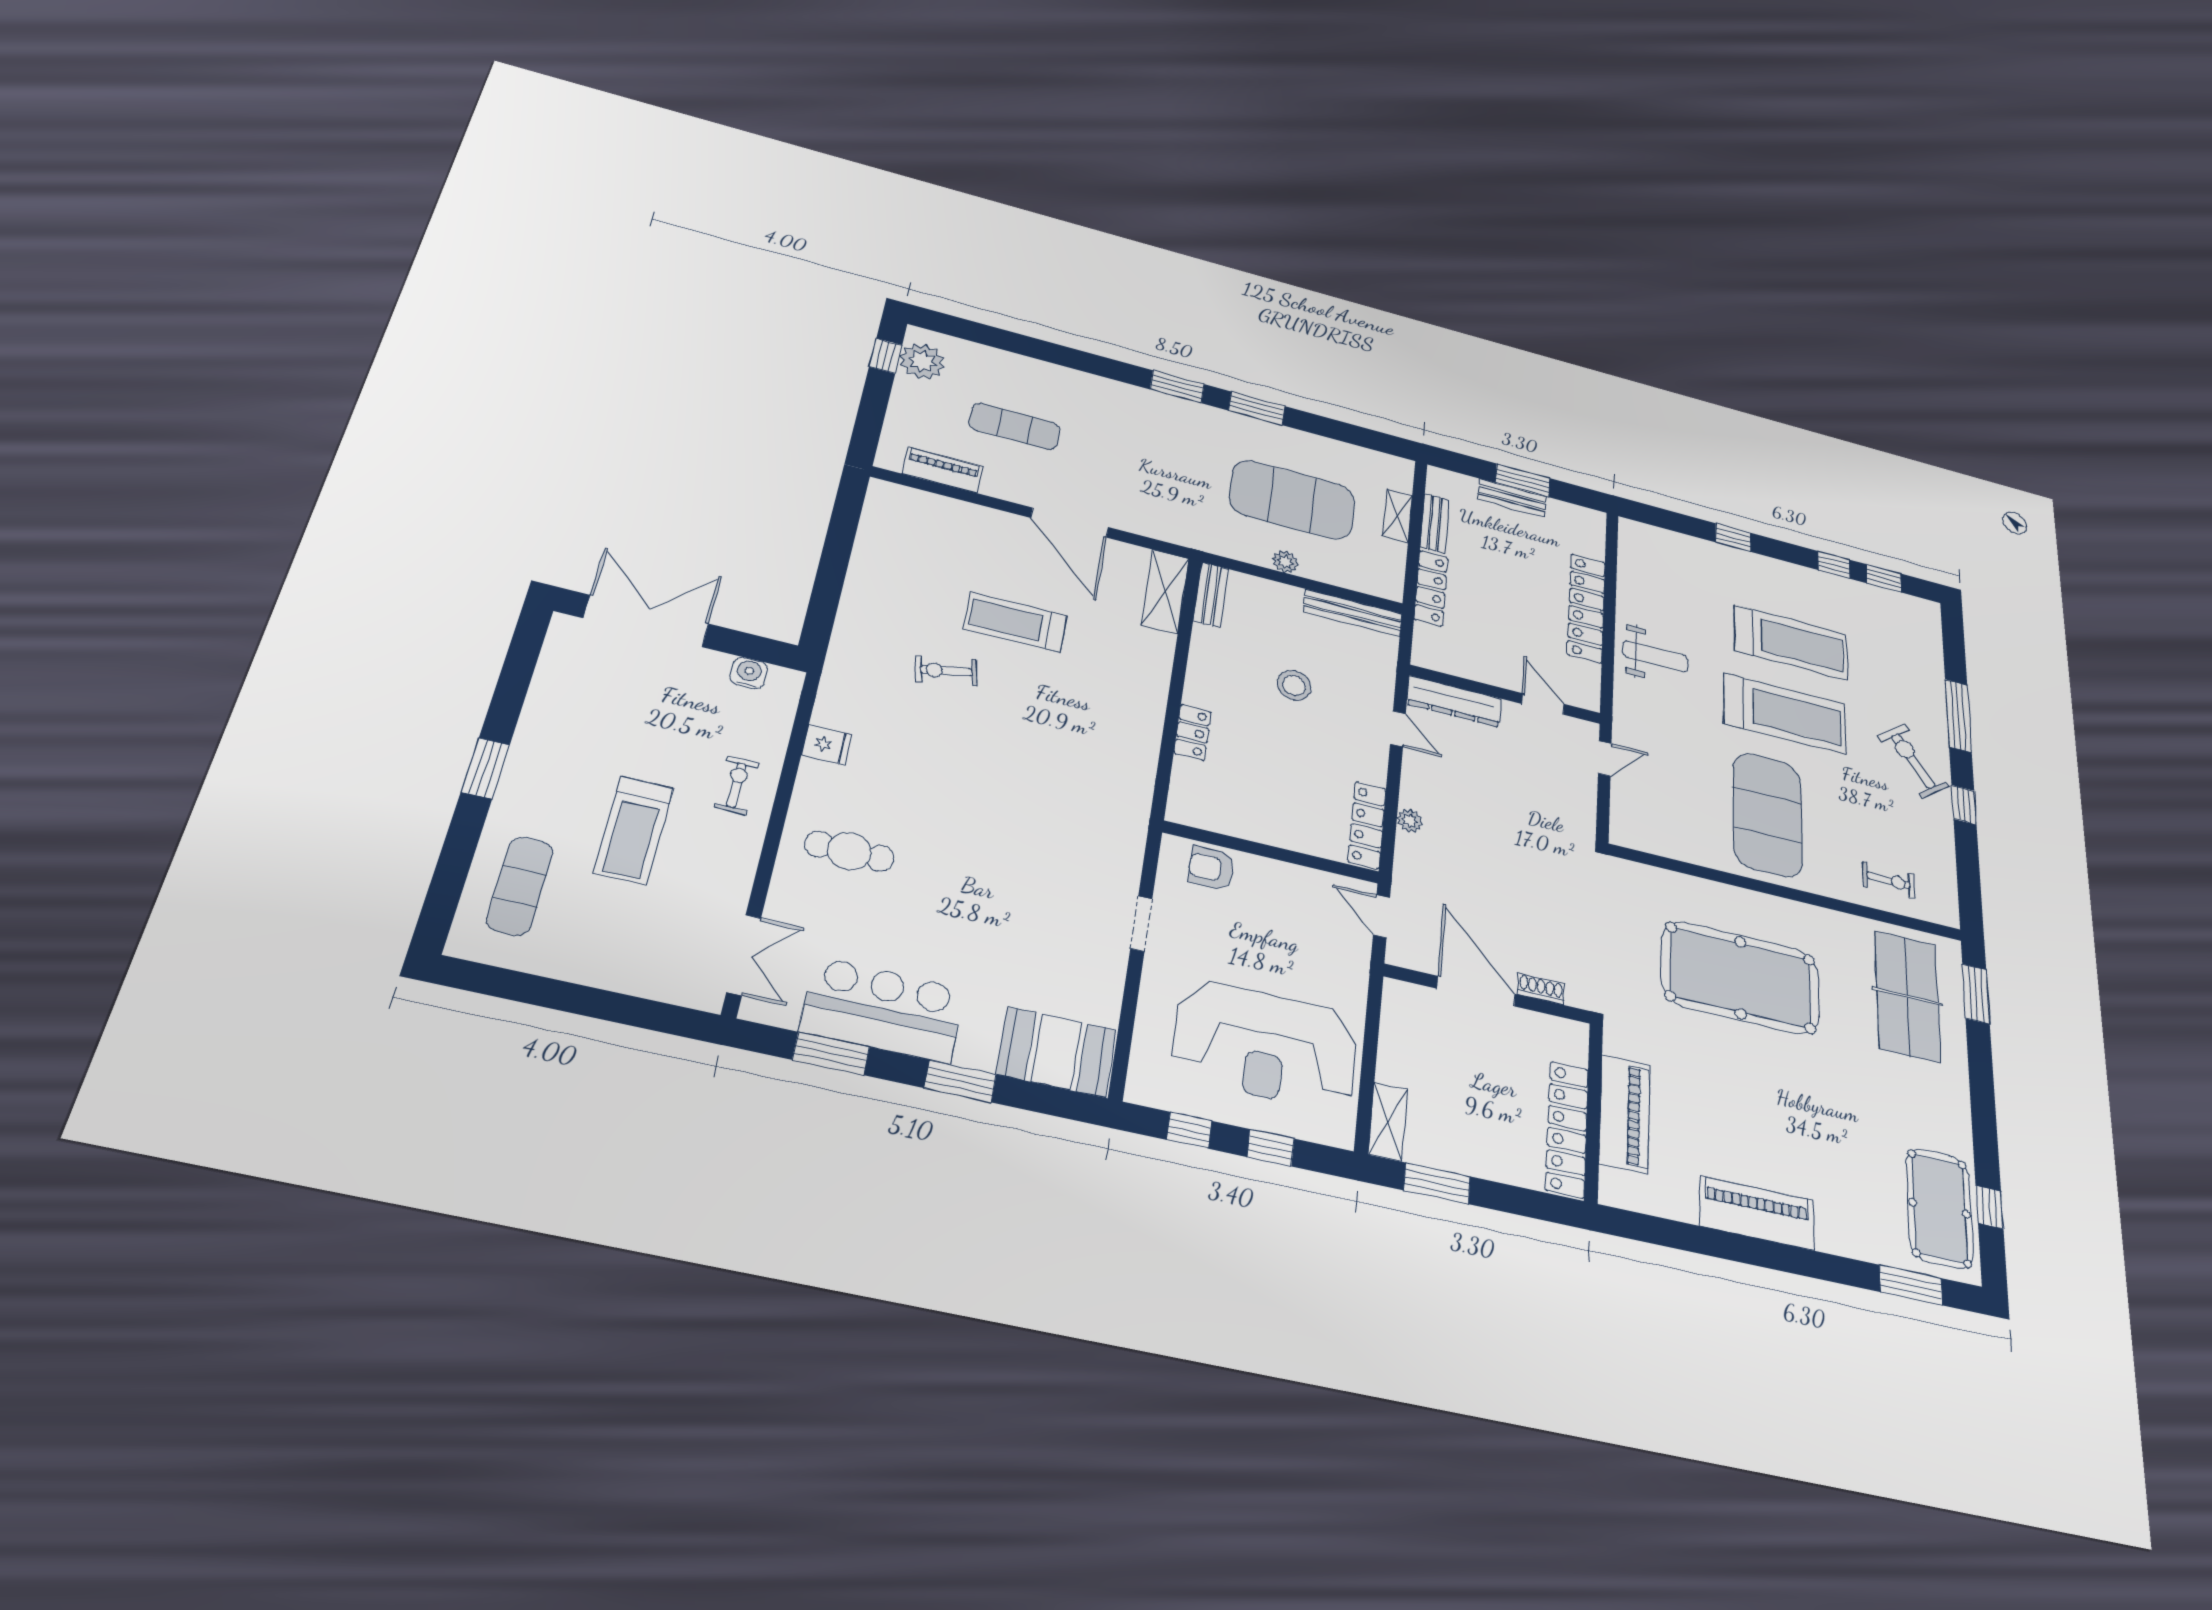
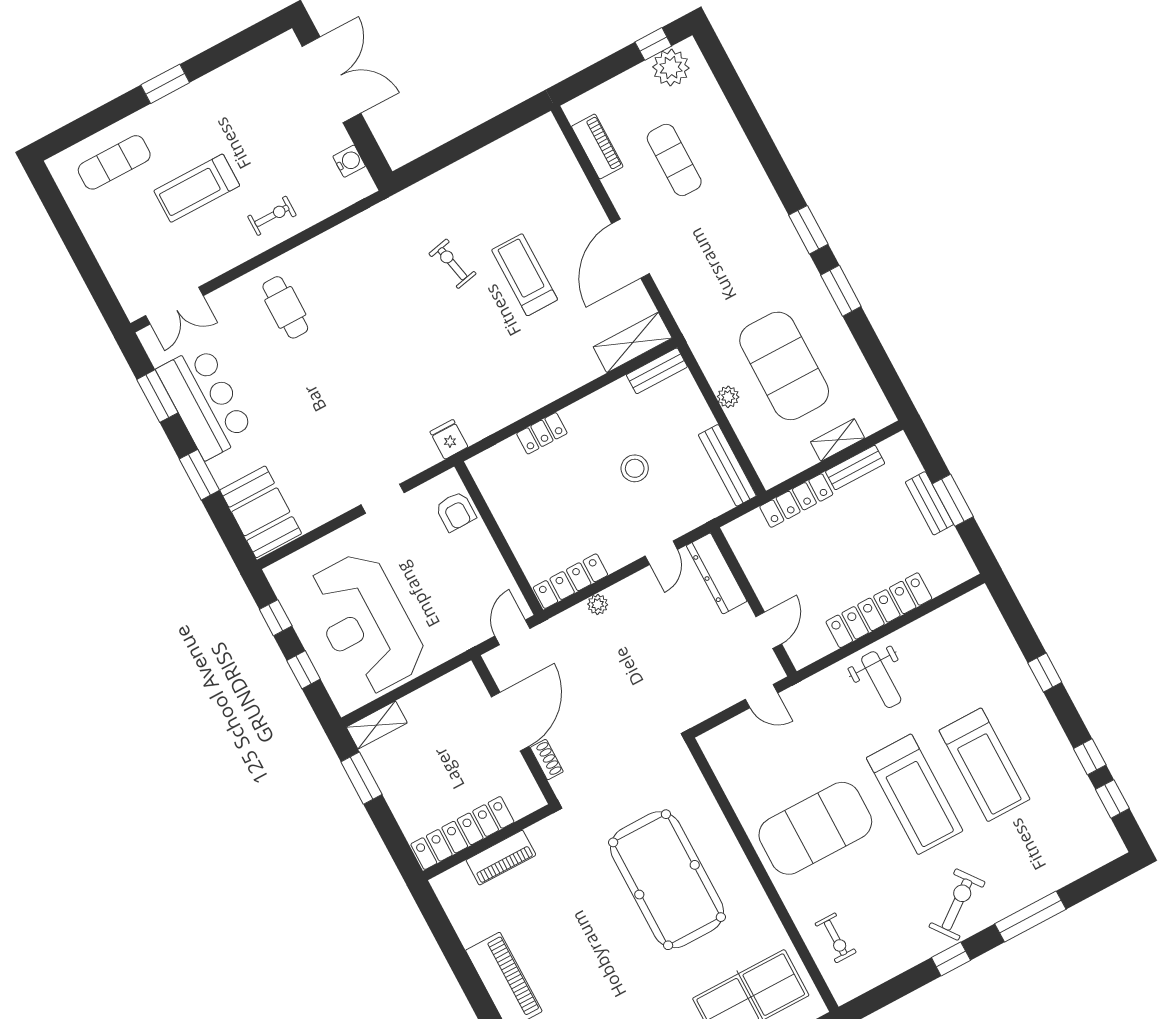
fridge: (827, 745) -> (449, 439), moved, turned 180
armchair: (1211, 868) -> (456, 511), turned 180
piano: (1625, 1114) -> (501, 858), width x0.73, depth x0.75

